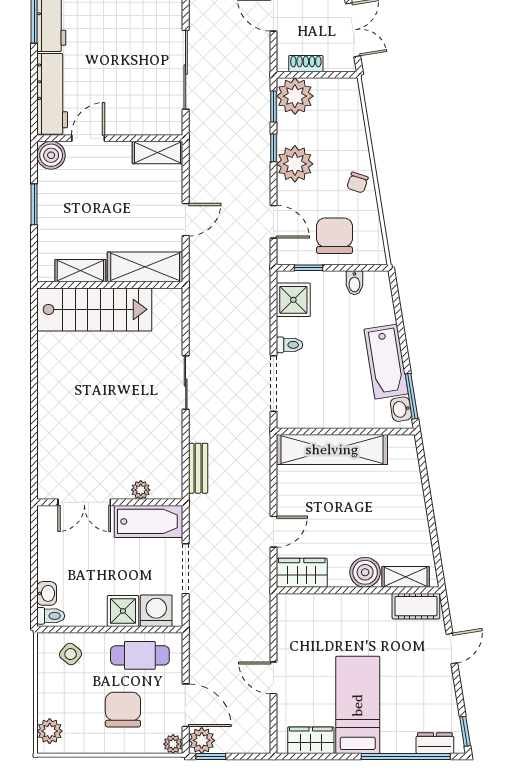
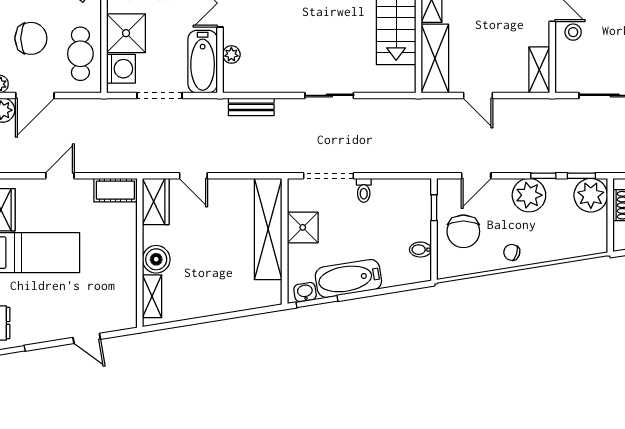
stool: (116, 115) -> (573, 32), added
chair: (334, 236) -> (463, 231), turned 90
shower: (293, 300) -> (303, 227), moved
cot: (416, 606) -> (115, 190), moved, turned 90
shower: (123, 611) -> (126, 33), width x1.36, depth x1.36

